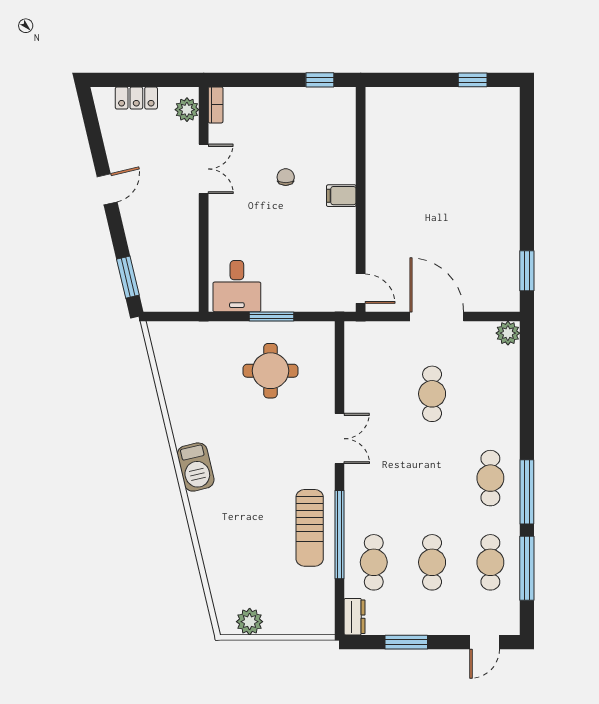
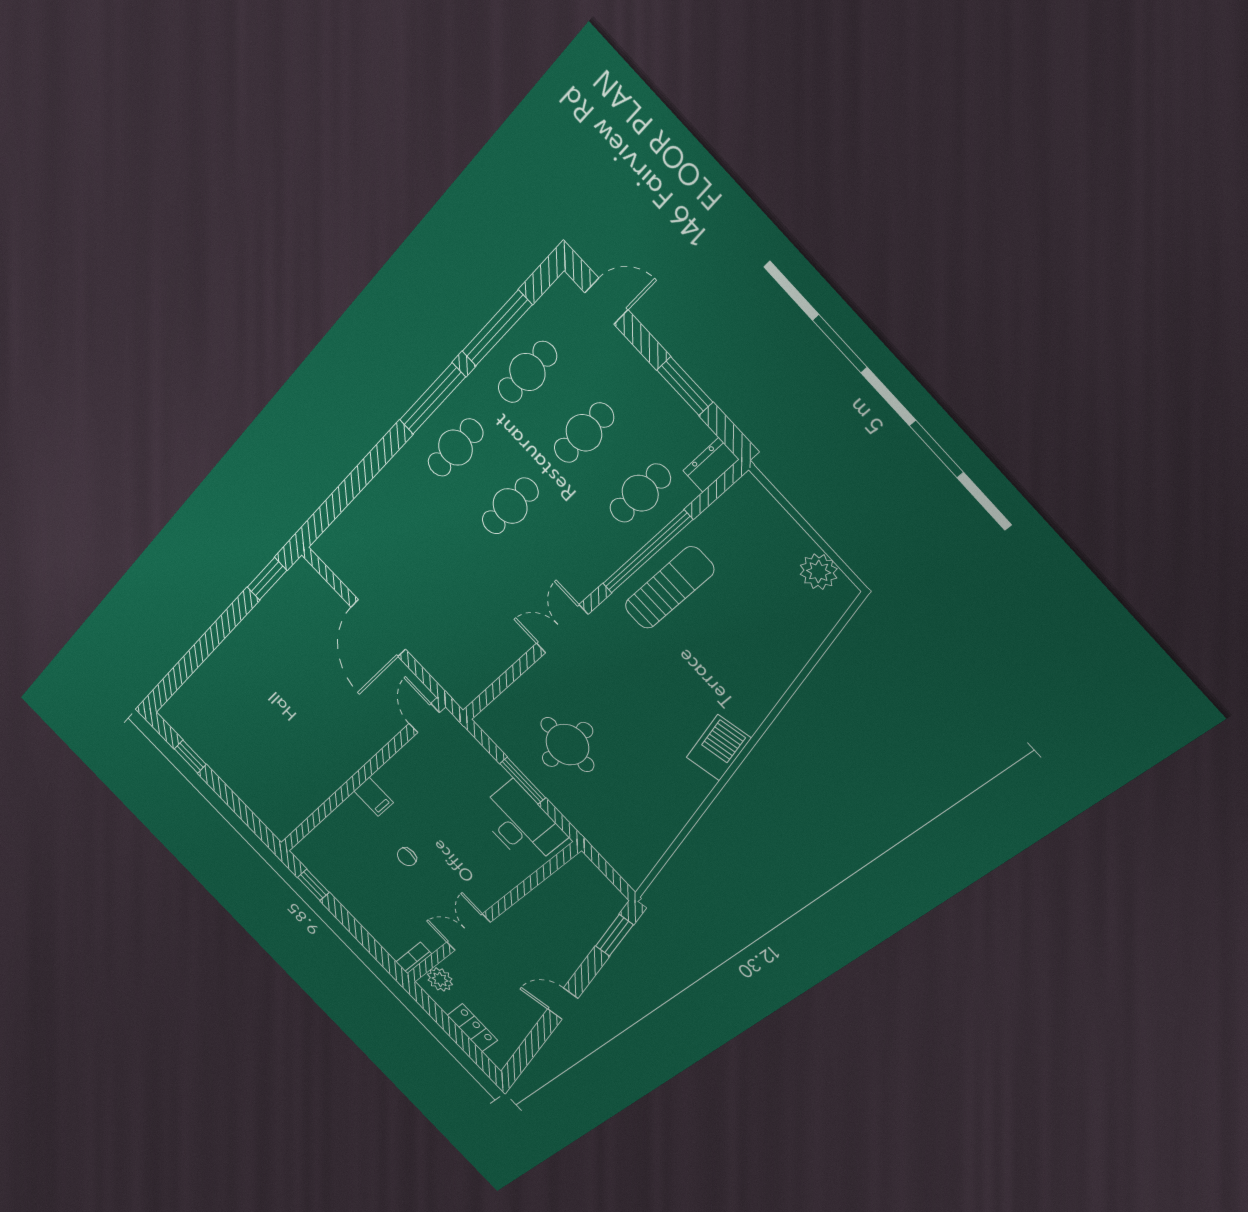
desk: (237, 286) -> (521, 824), width x1.37
plant: (508, 333) -> (328, 549), removed
cafe table: (432, 394) -> (510, 506), moved

